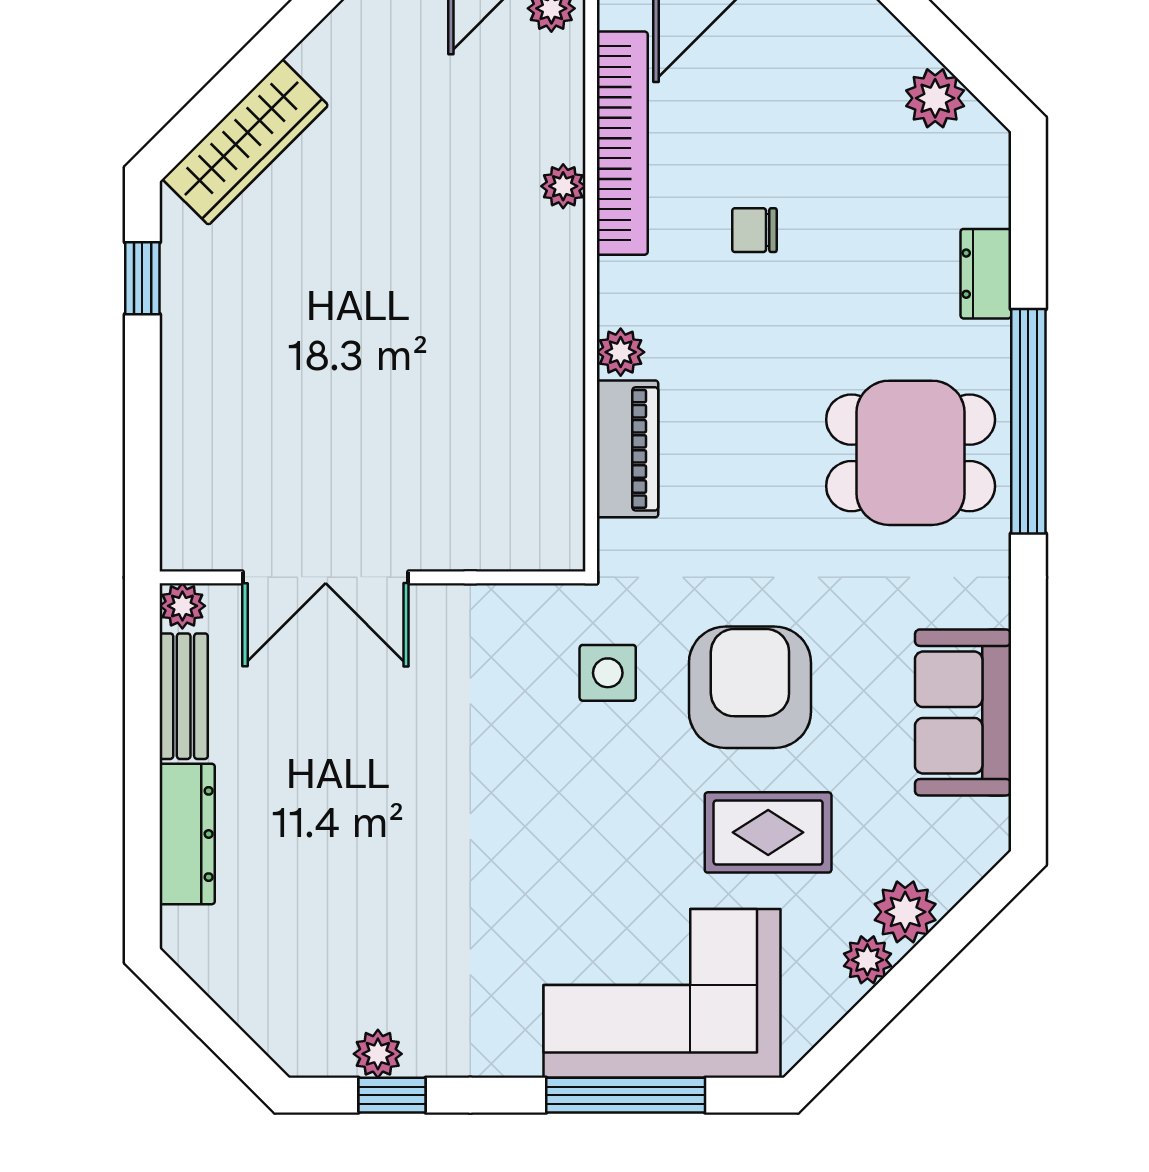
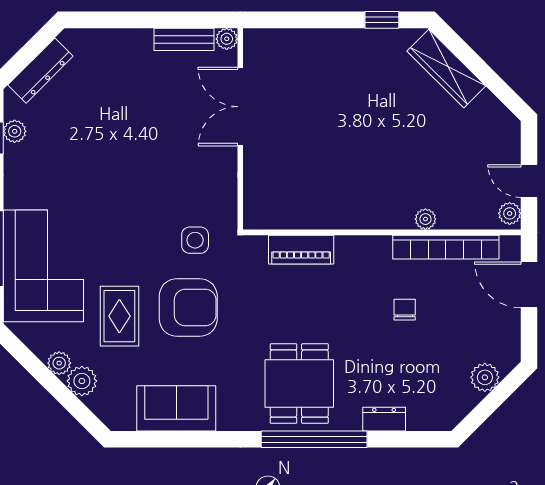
plant: (935, 98) -> (485, 377), moved
plant: (621, 352) -> (347, 246), removed
dresser: (187, 834) -> (40, 71), moved, turned -45

